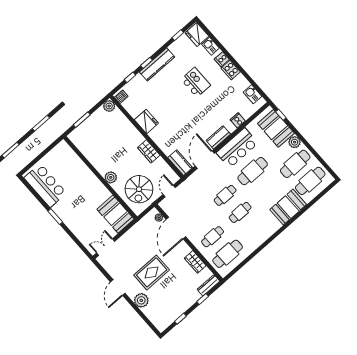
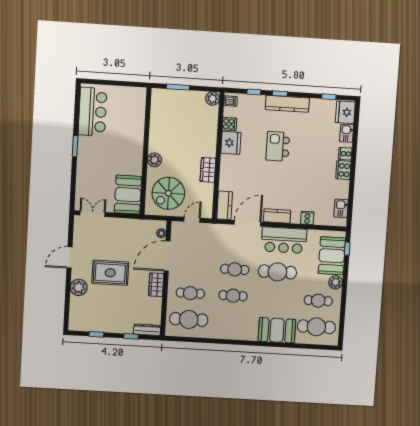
kitchen island: (196, 82) -> (278, 146), moved, turned 180
cooker: (134, 111) -> (229, 124), added
cafe table: (295, 164) -> (318, 301), width x0.73, depth x0.74
wardrobe: (195, 262) -> (156, 285), moved

